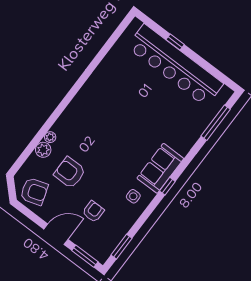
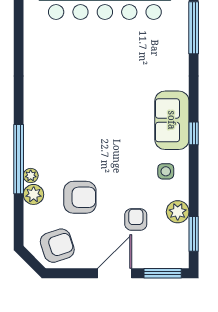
window: (50, 122) -> (19, 159), added
armchair: (70, 173) -> (80, 197), turned 180
plant: (122, 226) -> (178, 212), added

